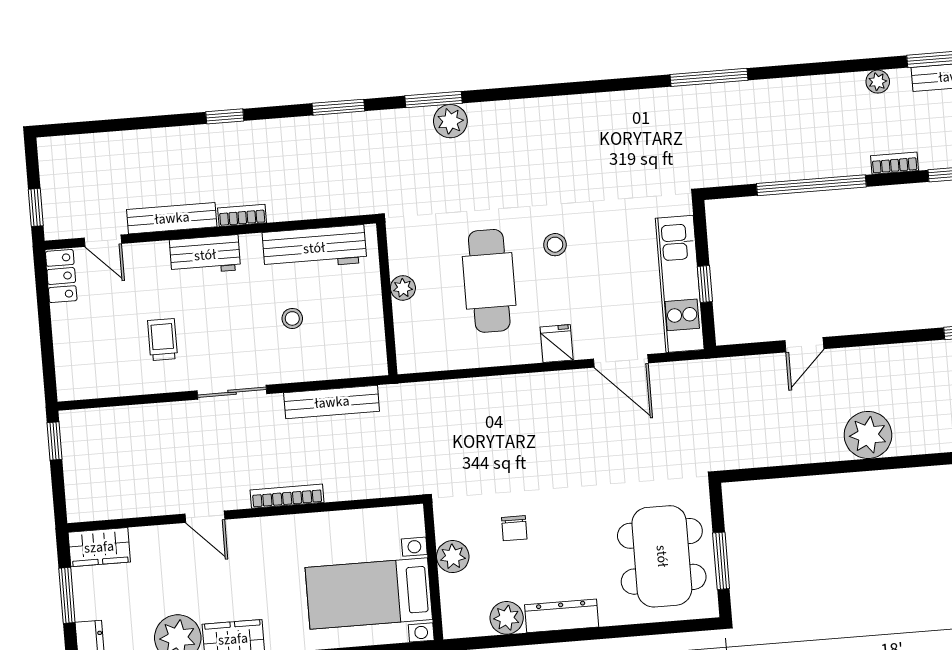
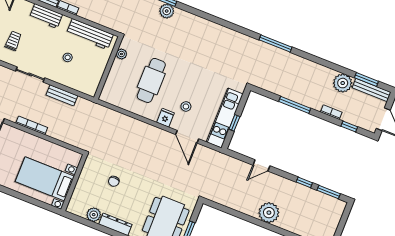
plant: (878, 82) -> (343, 83), width x1.88, depth x1.88
window: (811, 185) -> (295, 105), width x0.68
stool: (555, 245) -> (186, 106), moved
plant: (403, 288) -> (121, 54), moved
window: (910, 336) -> (304, 182), added
bench: (332, 402) -> (62, 95), width x0.73
plant: (453, 557) -> (84, 181), removed

